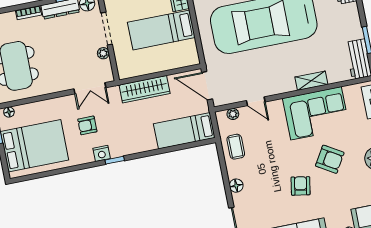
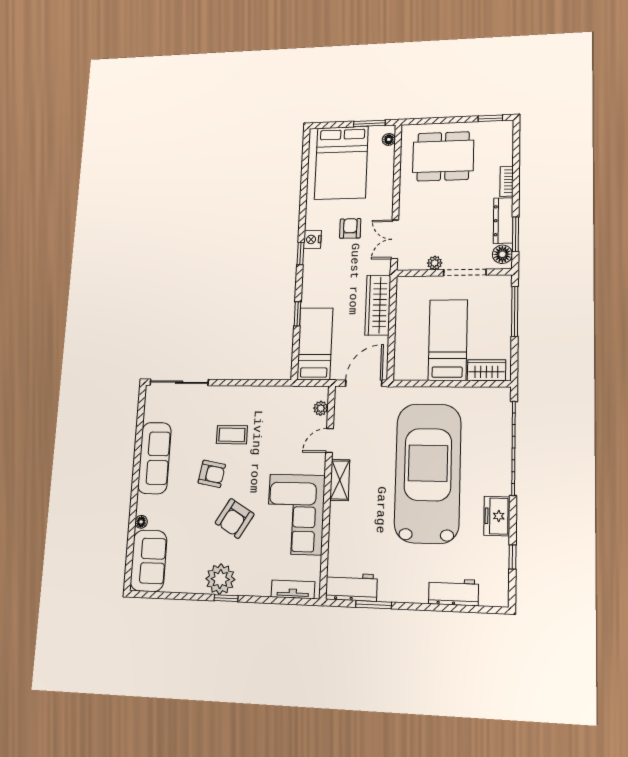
shelving: (311, 81) -> (340, 480), moved
coffee table: (236, 147) -> (232, 435), moved
window: (163, 150) -> (297, 314), added
floor lamp: (236, 186) -> (233, 394), removed

